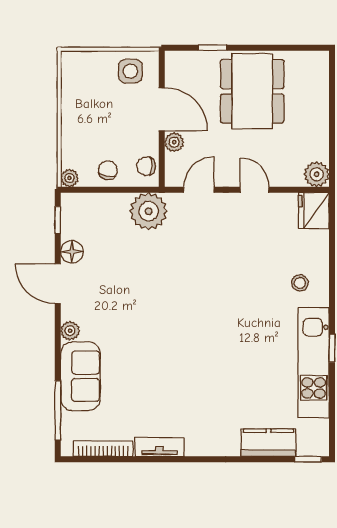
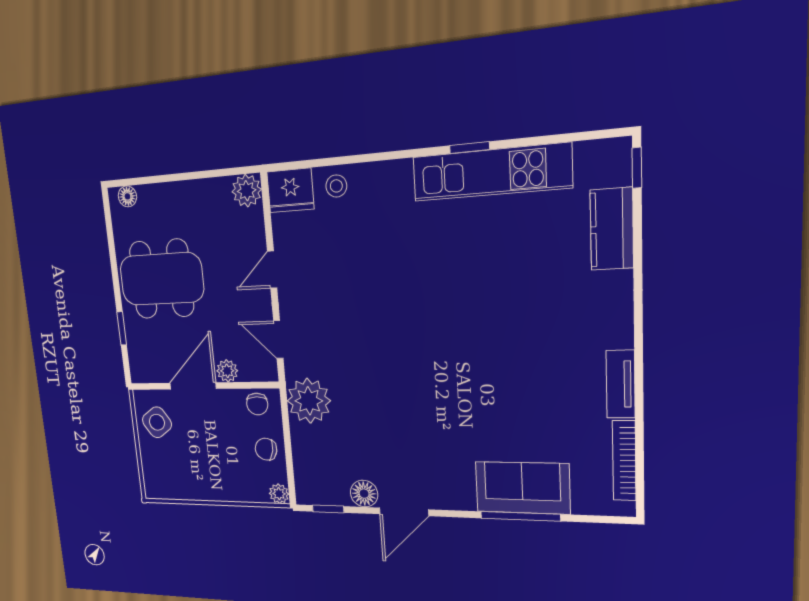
floor lamp: (321, 68) -> (127, 196), added
side table: (130, 71) -> (157, 422), turned -35
stool: (300, 283) -> (336, 186), moved
plant: (70, 331) -> (463, 499), removed
window: (58, 410) -> (520, 516), moved

